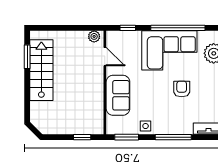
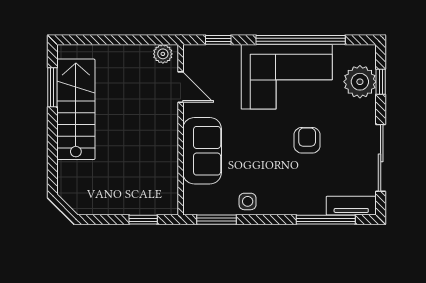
window: (173, 137) -> (326, 220), moved

